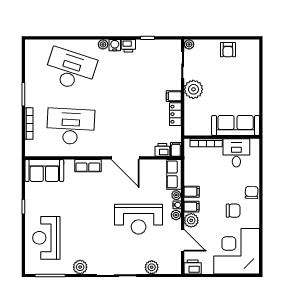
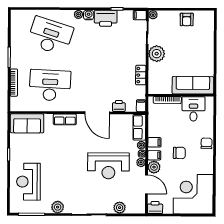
printer: (128, 46) -> (106, 18), width x1.87, depth x1.48
filing cabinet: (174, 96) -> (140, 15), moved
printer: (162, 150) -> (119, 106), moved
chair: (233, 211) -> (179, 153), moved

